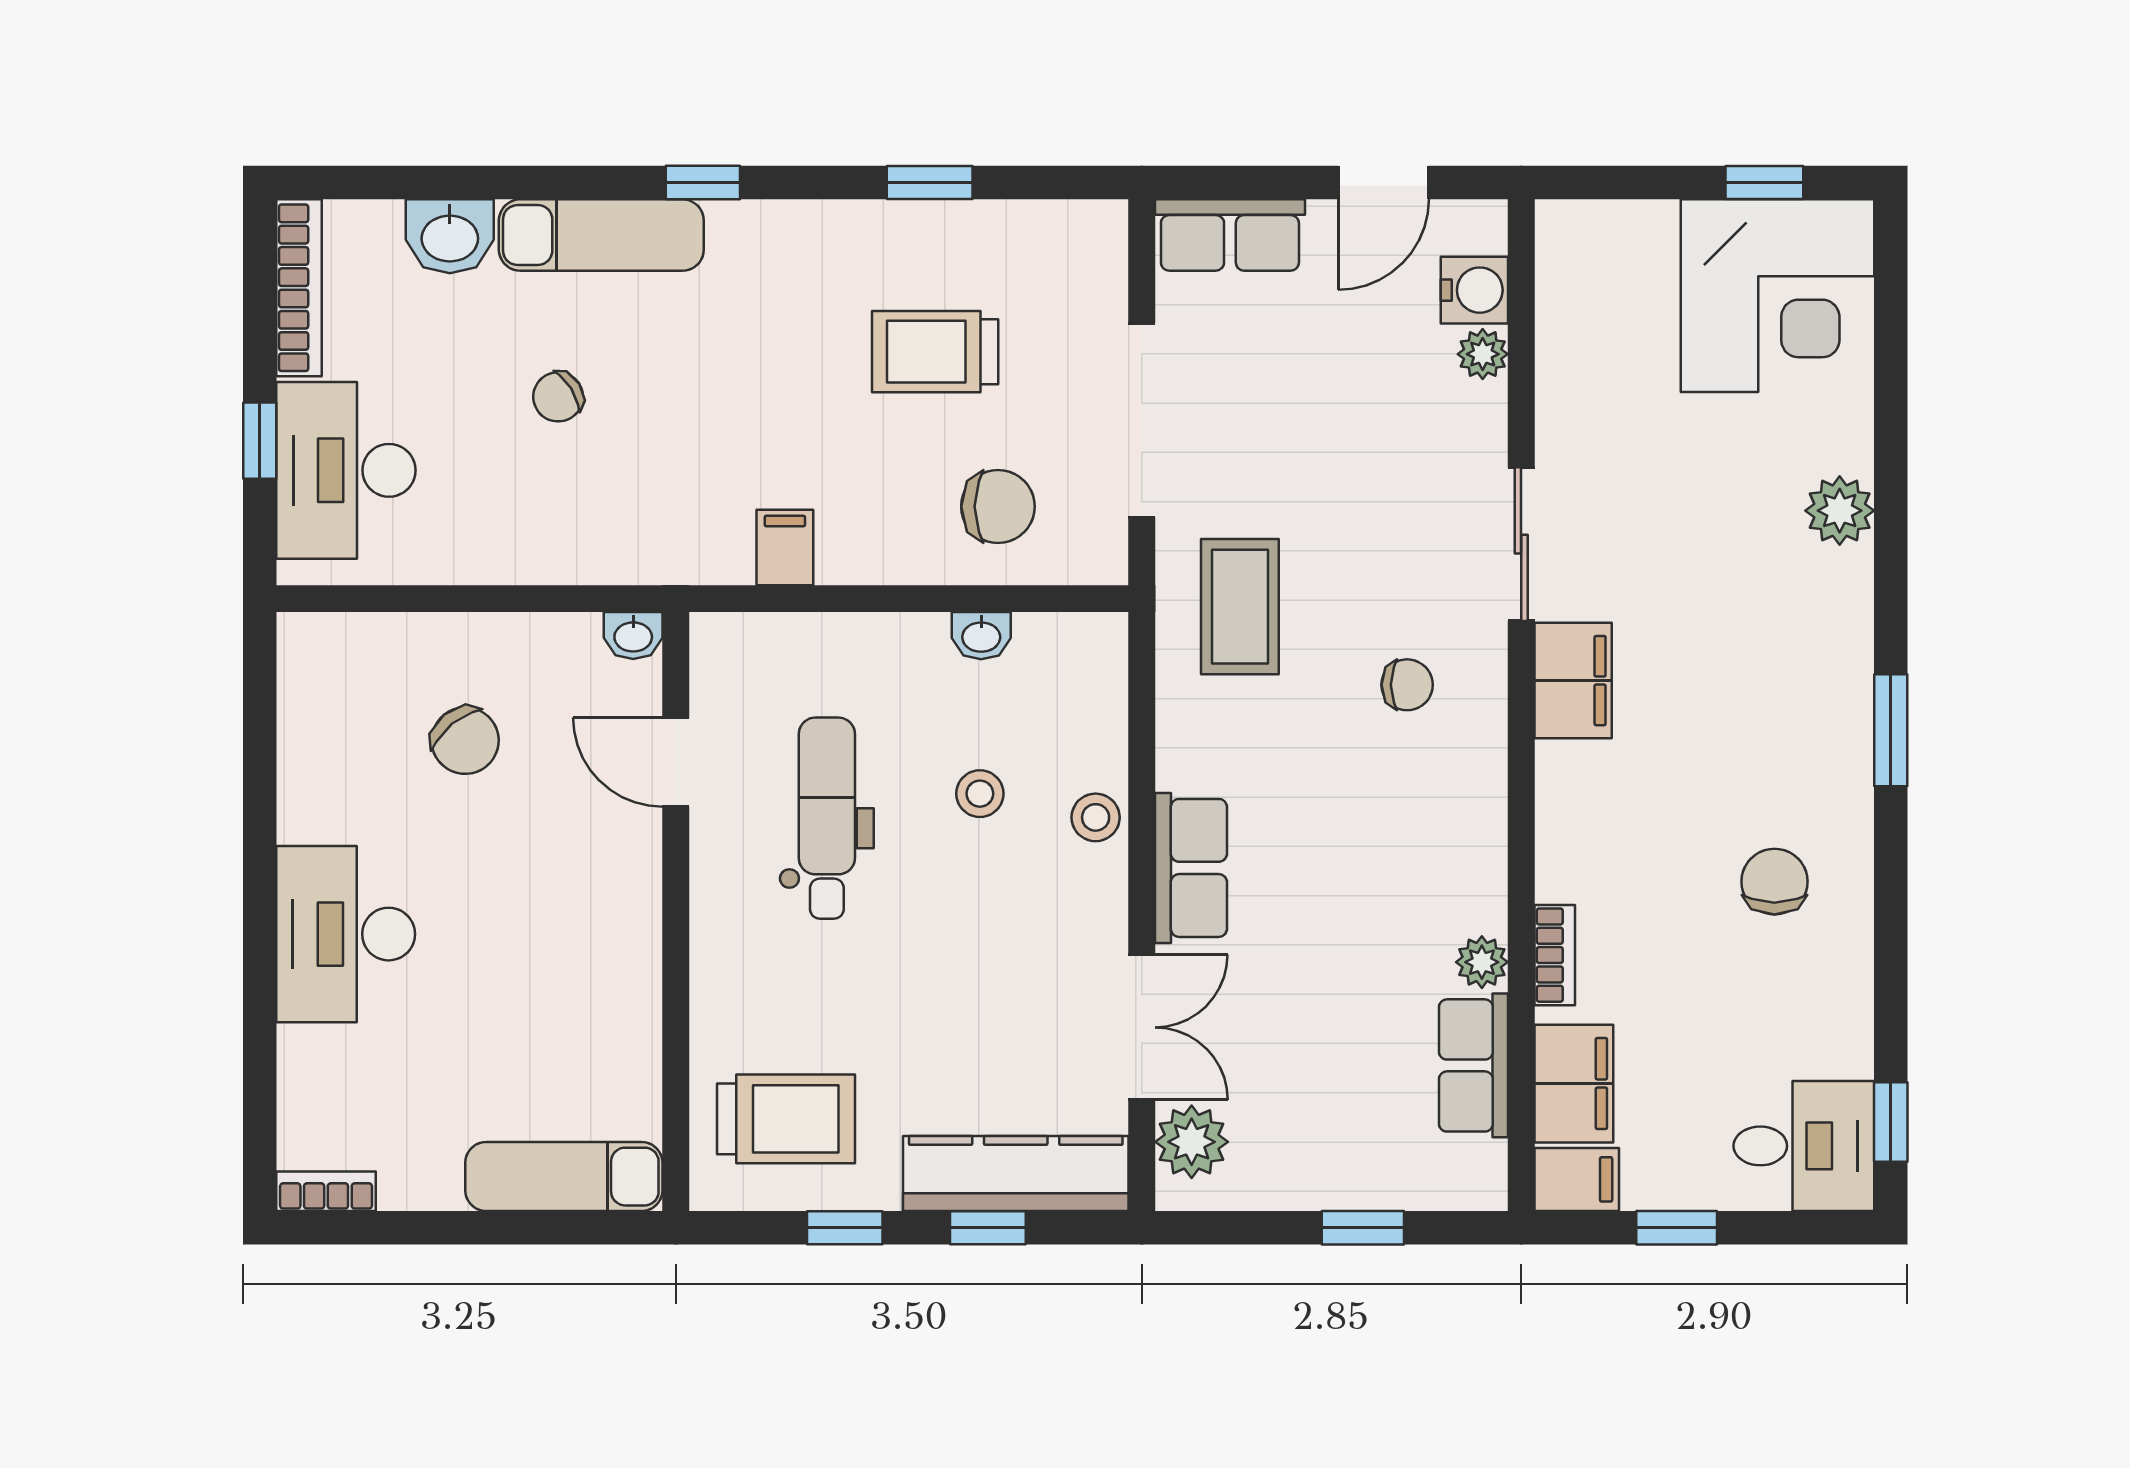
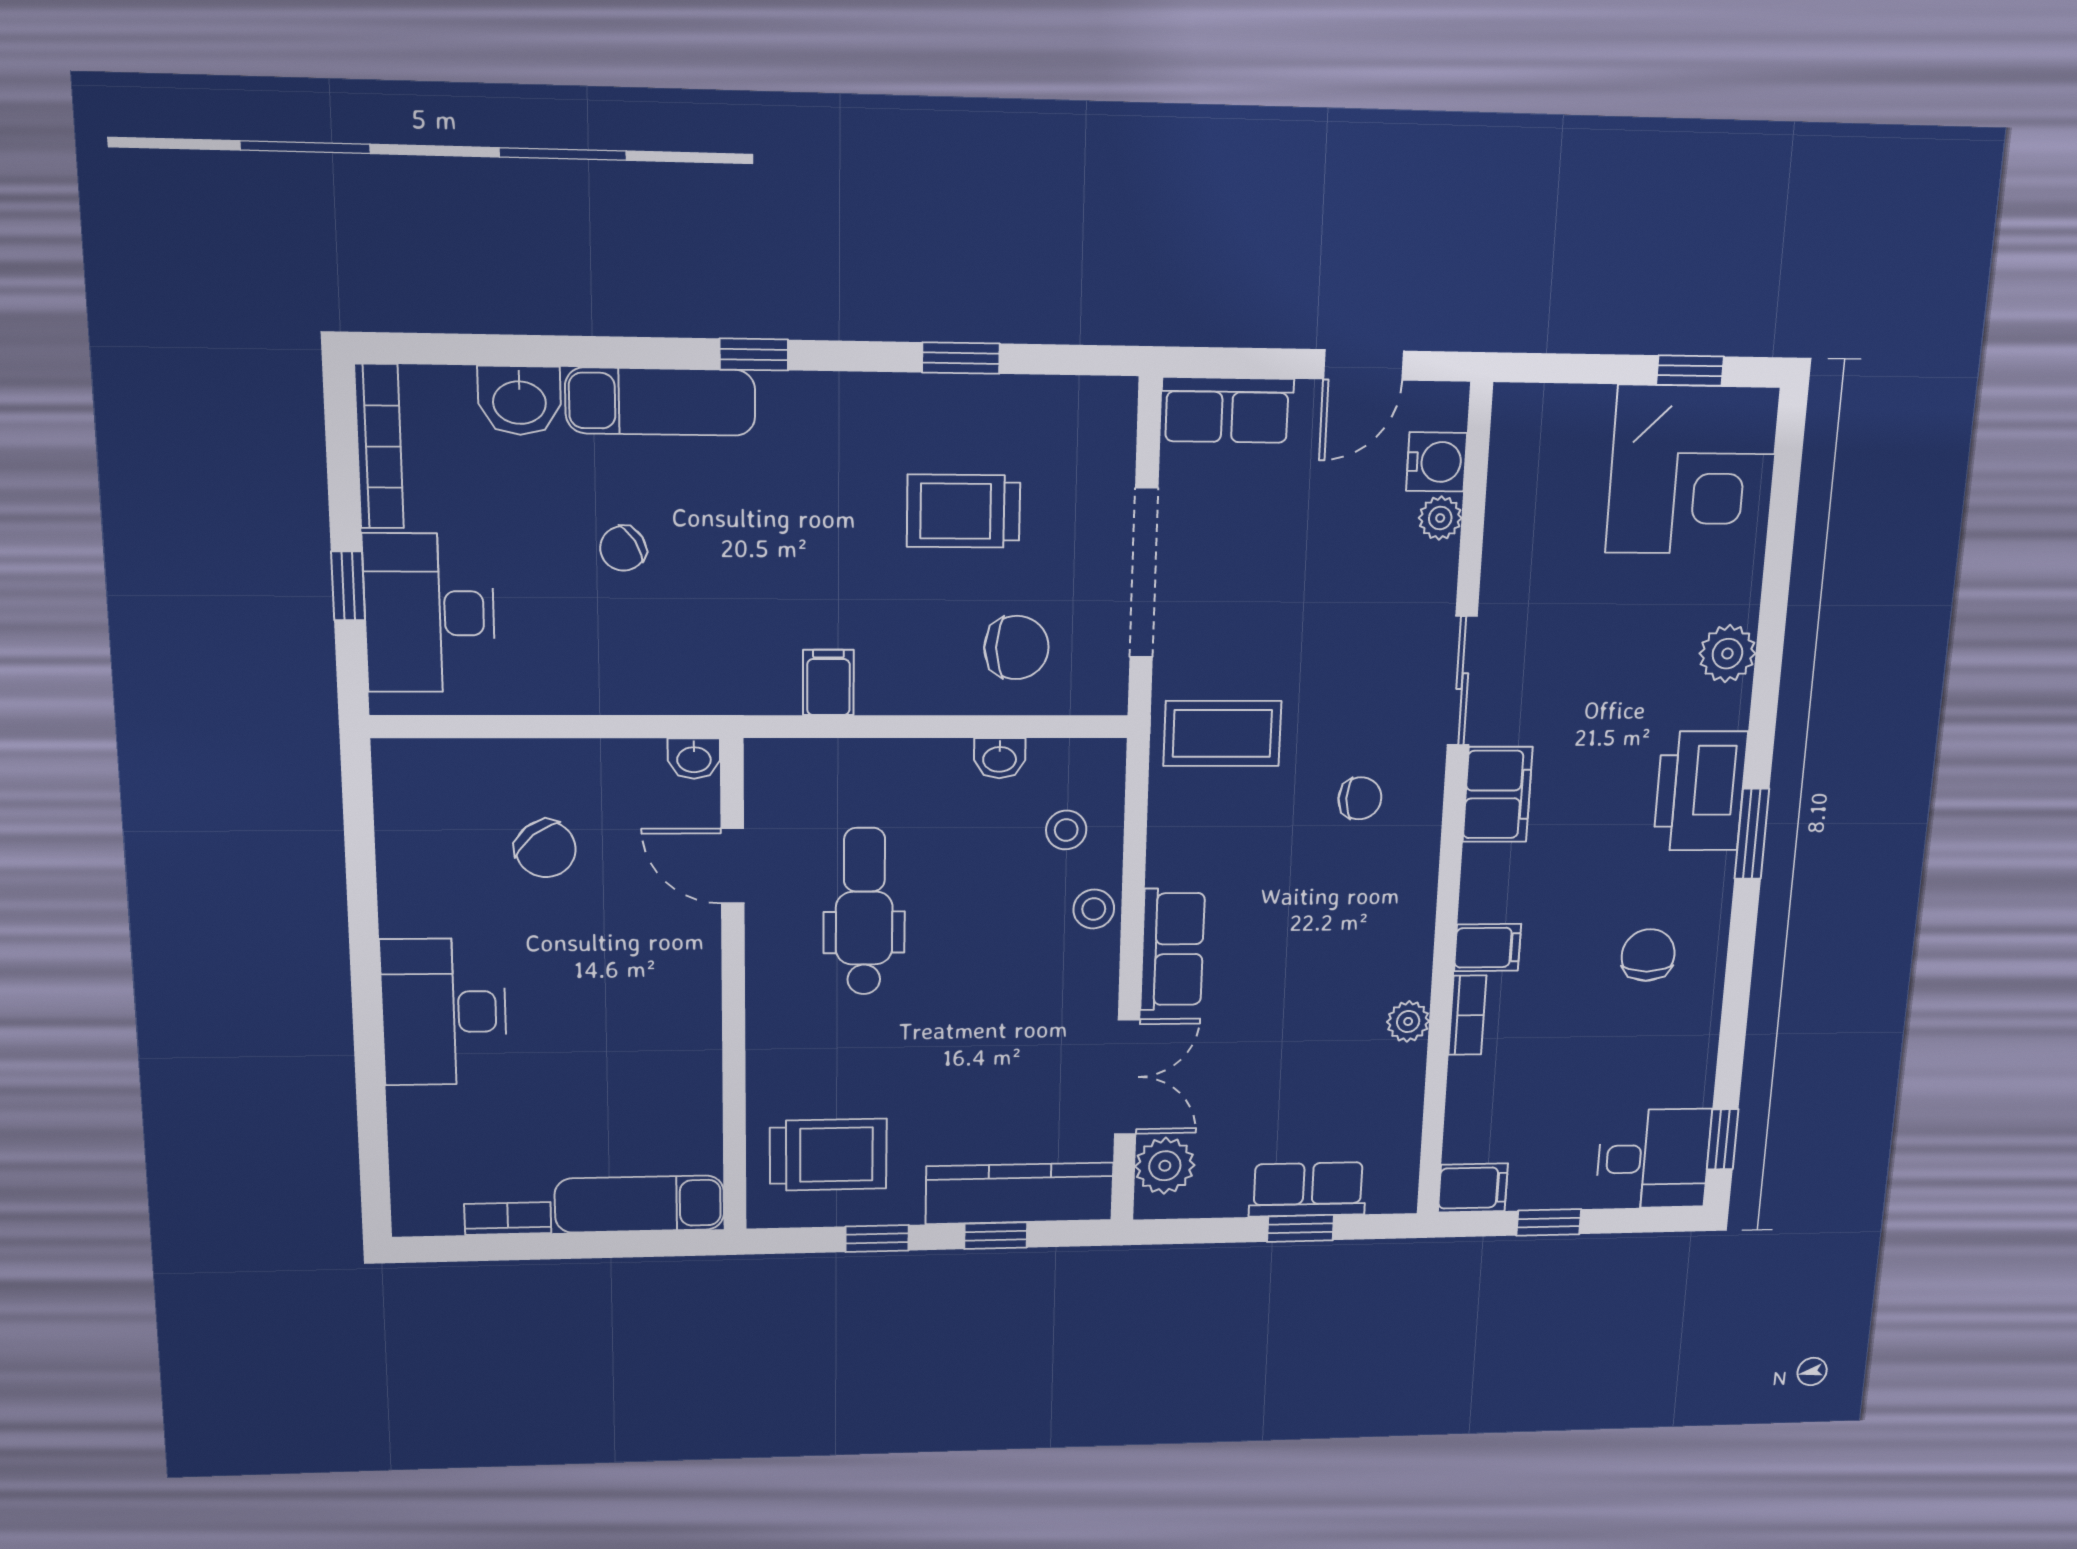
coffee table: (1240, 607) -> (1222, 733), turned 90
printer: (1821, 677) -> (1700, 791), added
stool: (980, 794) -> (1066, 830), moved
row of seats: (1473, 1065) -> (1308, 1189), moved, turned 90
filing cabinet: (1574, 1084) -> (1487, 948), moved, width x0.50
bookcase: (326, 1191) -> (508, 1219), moved

